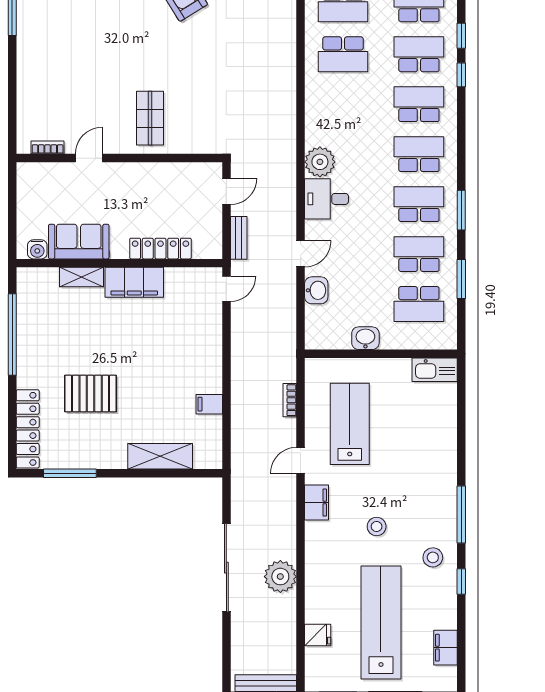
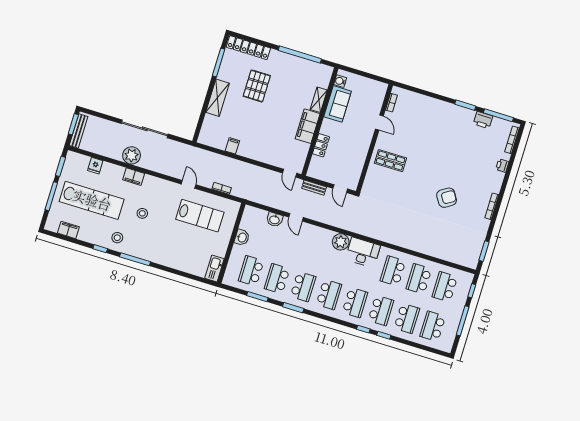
desk: (327, 199) -> (363, 252), moved, width x1.37
locker: (160, 249) -> (321, 145), width x0.66
school desk: (419, 254) -> (277, 279), turned 180
shelving: (160, 456) -> (217, 98), moved
filing cabinet: (317, 503) -> (134, 177), moved

